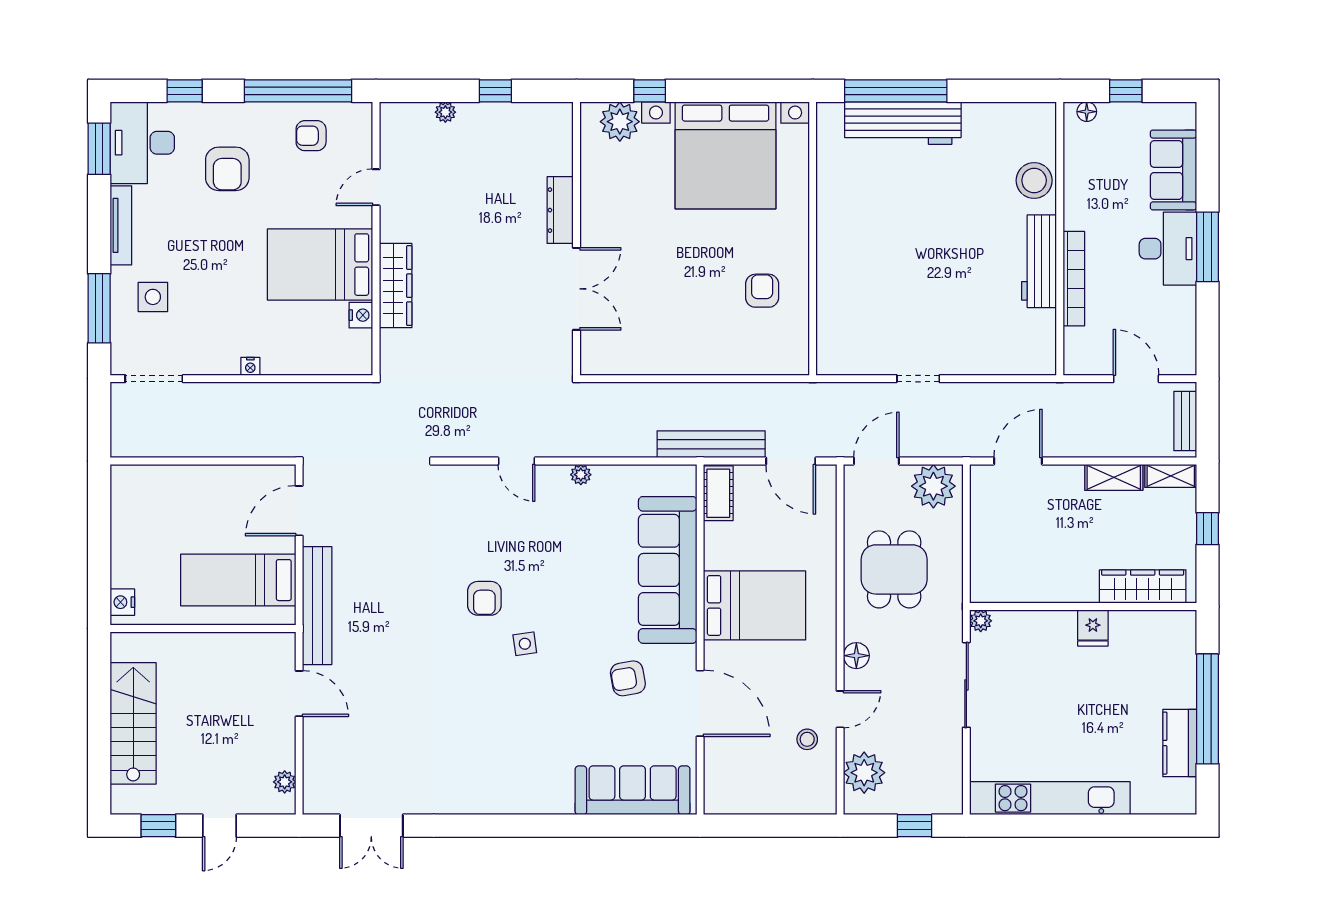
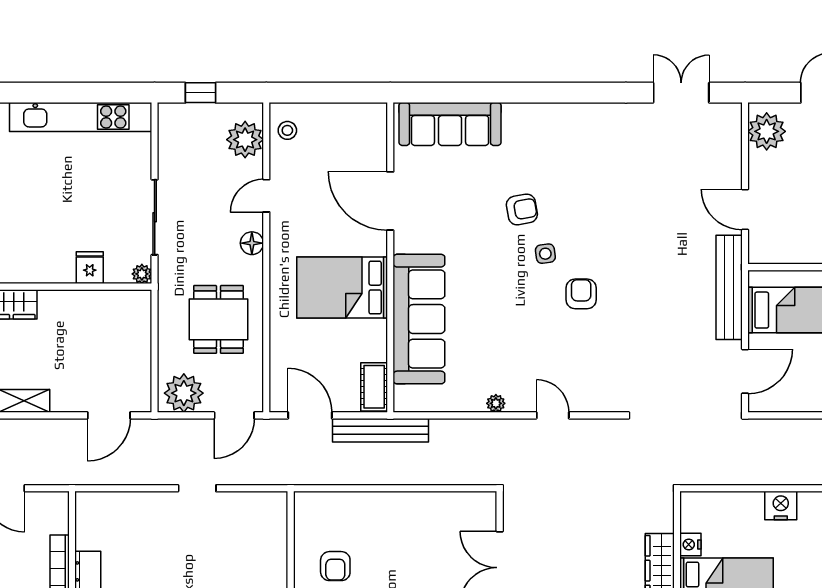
nightstand: (250, 366) -> (781, 505), width x1.89, depth x1.79
fridge: (1093, 628) -> (90, 268), moved
armchair: (628, 678) -> (522, 209), moved
stool: (807, 739) -> (287, 130), moved
plant: (285, 782) -> (767, 131), width x1.88, depth x1.88

